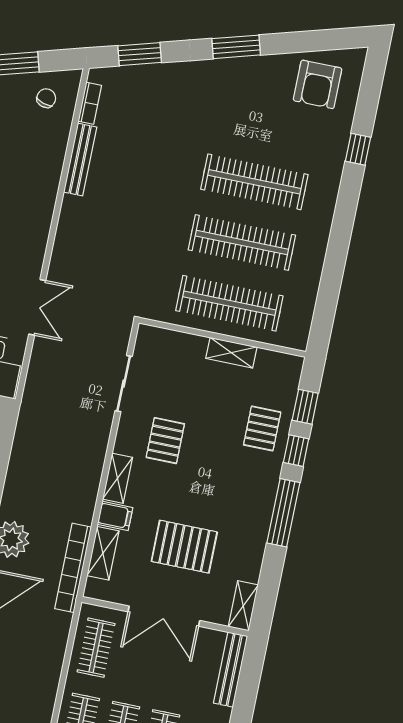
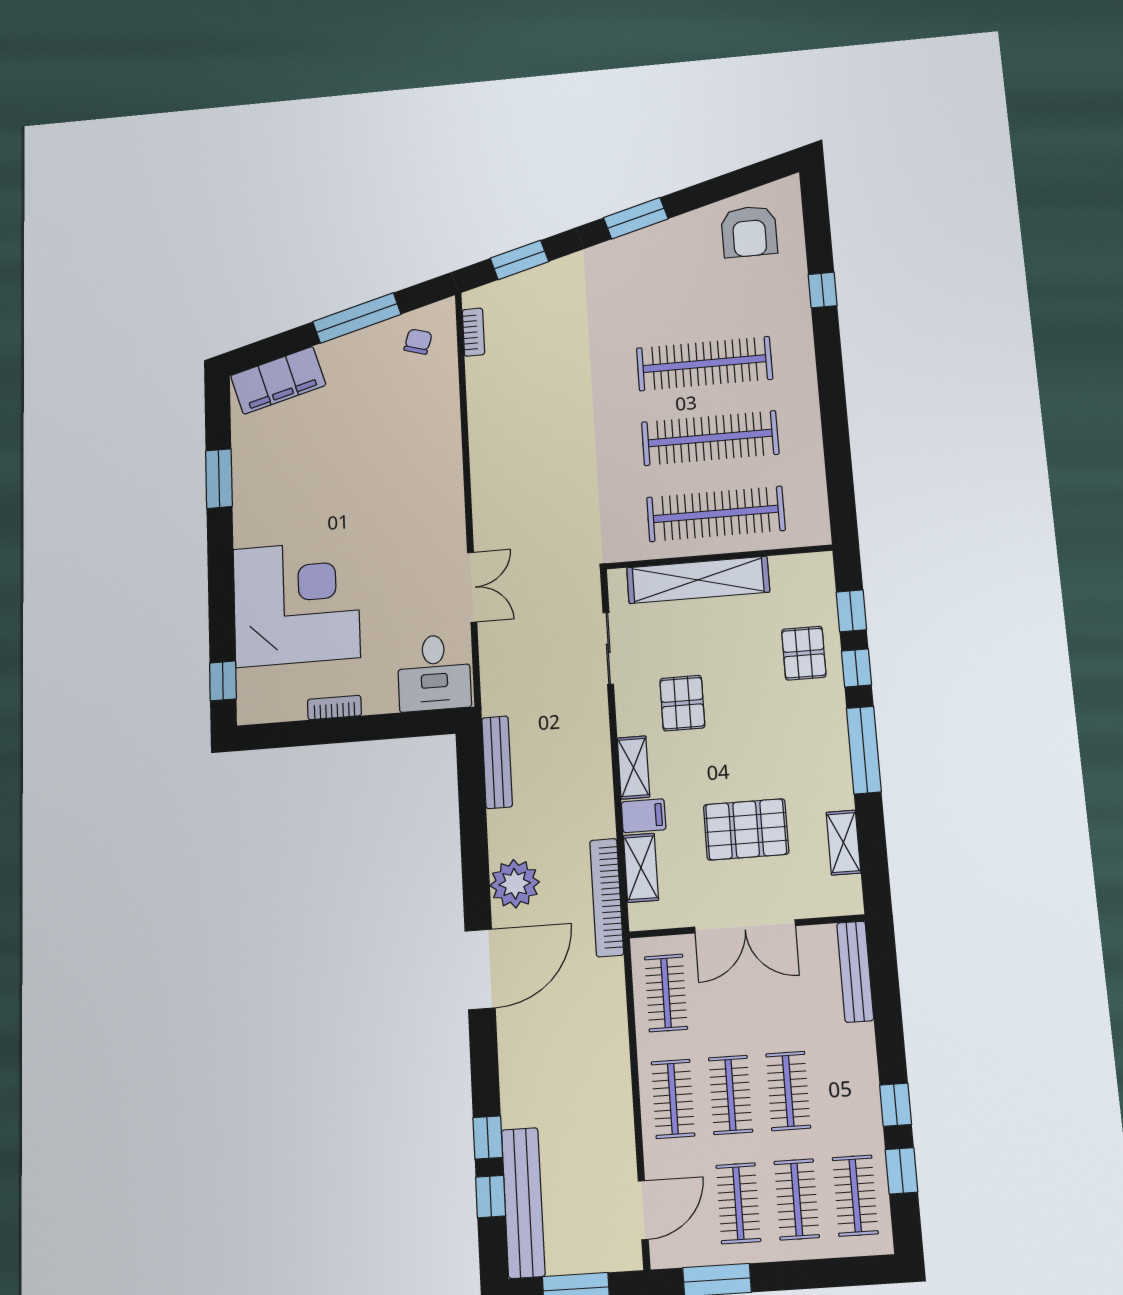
bench: (80, 160) -> (497, 762), moved
shelving: (231, 353) -> (698, 580), width x2.20, depth x1.33
shelving: (243, 606) -> (843, 843), moved

